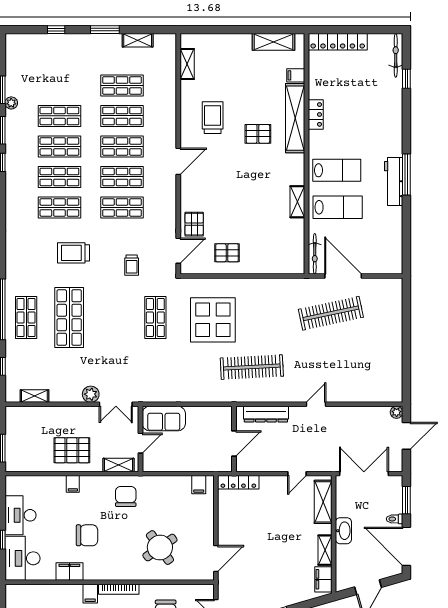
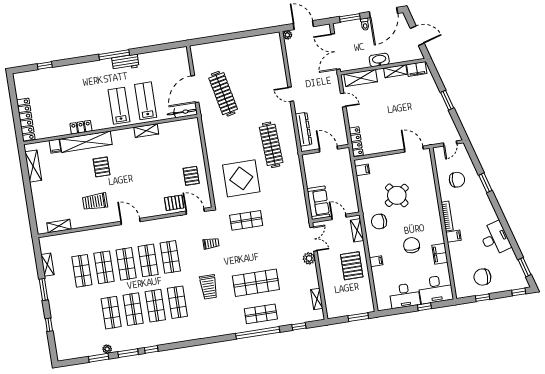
bicycle: (396, 55) -> (29, 76), removed
workbench: (394, 182) -> (125, 62), width x0.73
round table: (160, 548) -> (397, 195), moved

